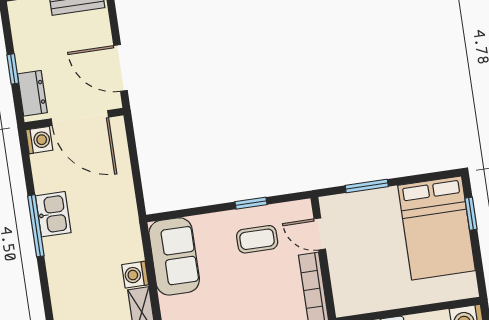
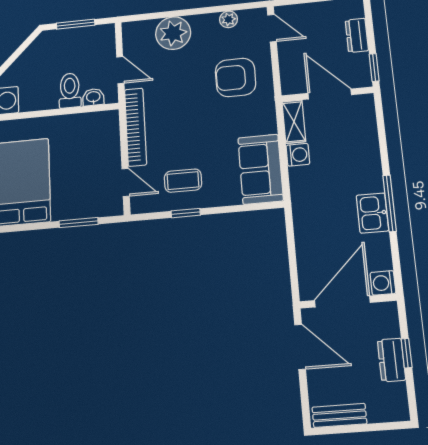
dresser: (32, 93) -> (391, 360), moved
door: (80, 118) -> (342, 301), hinge flipped

